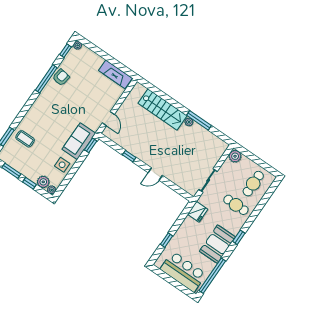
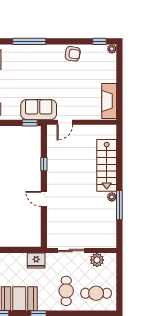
window: (46, 79) -> (29, 41), moved
sofa: (79, 141) -> (39, 110), moved
plant: (235, 156) -> (97, 260), moved

